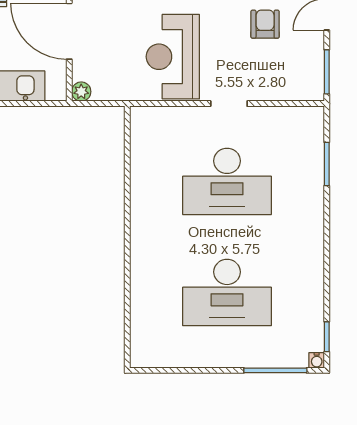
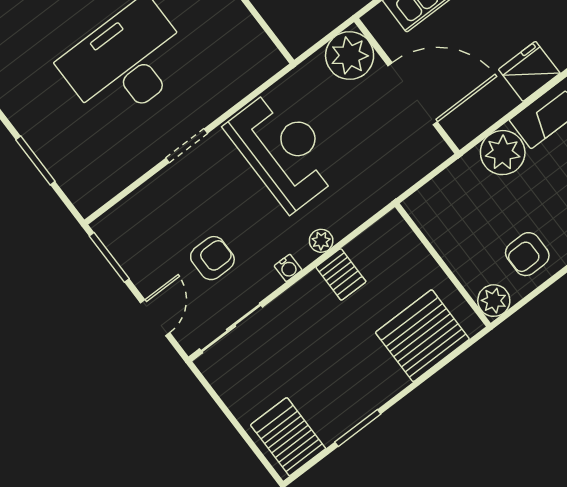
armchair: (265, 24) -> (212, 258), turned -90
plant: (81, 92) -> (350, 55), width x1.88, depth x1.88

